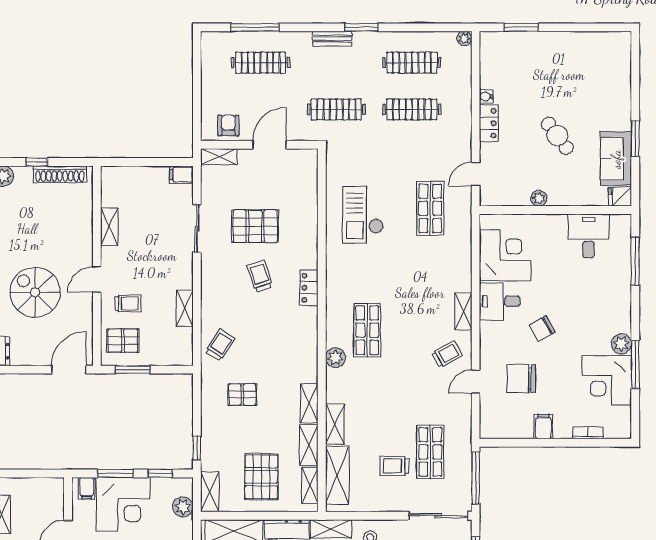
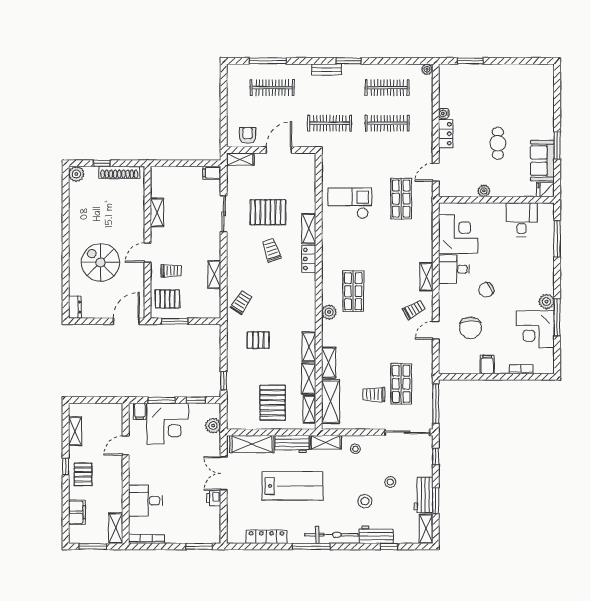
cafe table: (557, 136) -> (498, 143), turned 37
checkout: (363, 215) -> (350, 203), turned 90
chair: (521, 378) -> (470, 328), turned -90
shelving: (210, 492) -> (309, 229), moved

